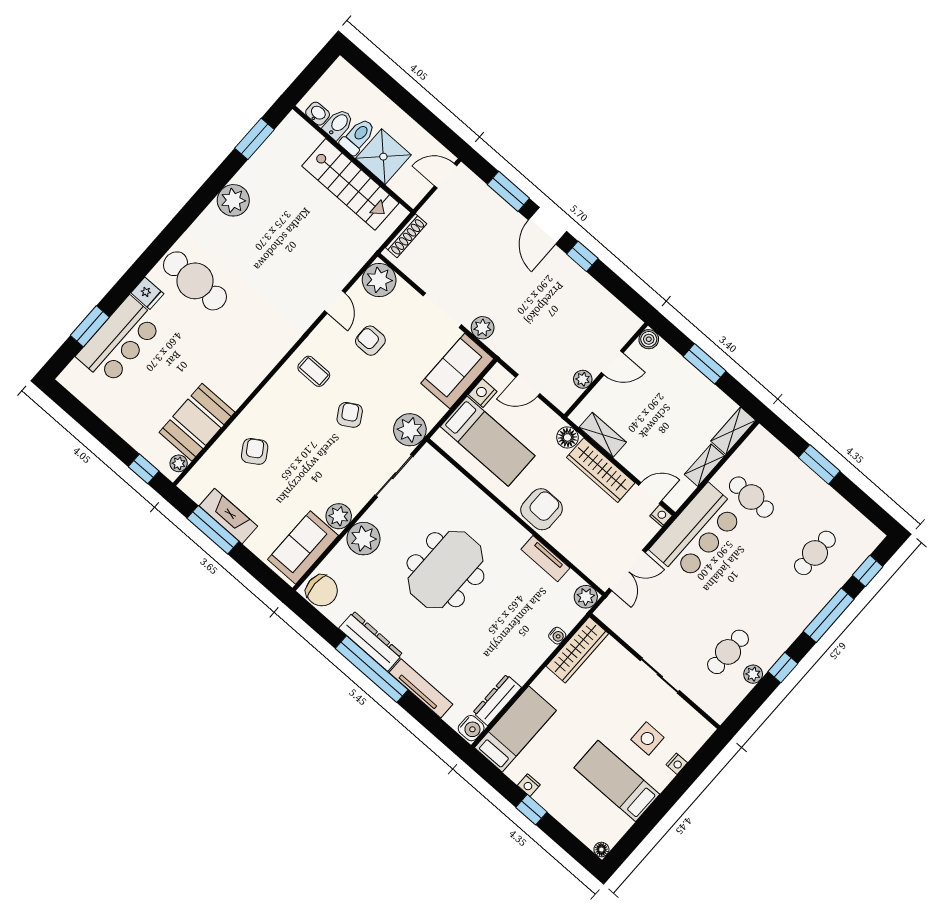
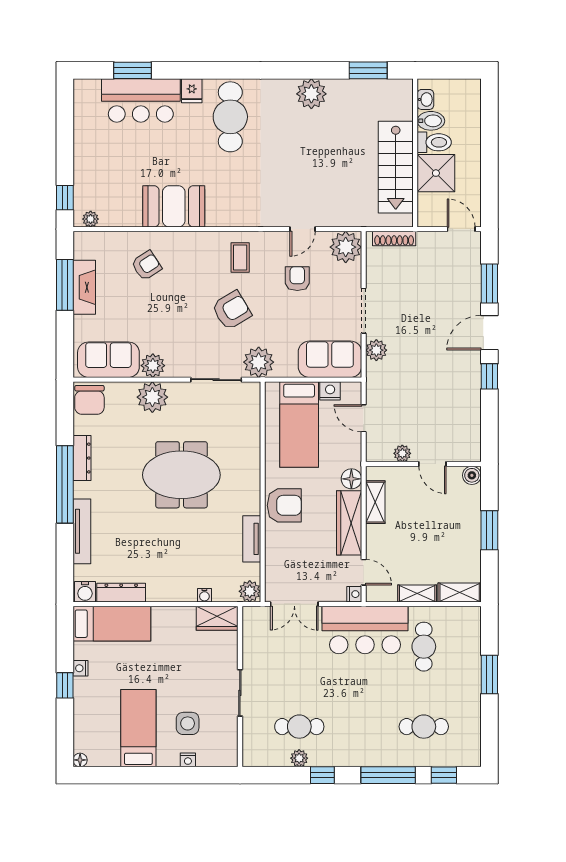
armchair: (350, 415) -> (232, 310), width x1.38, depth x1.38
booth: (197, 422) -> (174, 206), moved
dresser: (371, 641) -> (82, 458), width x0.73, depth x0.80
wardrobe: (577, 650) -> (217, 618), width x0.67

